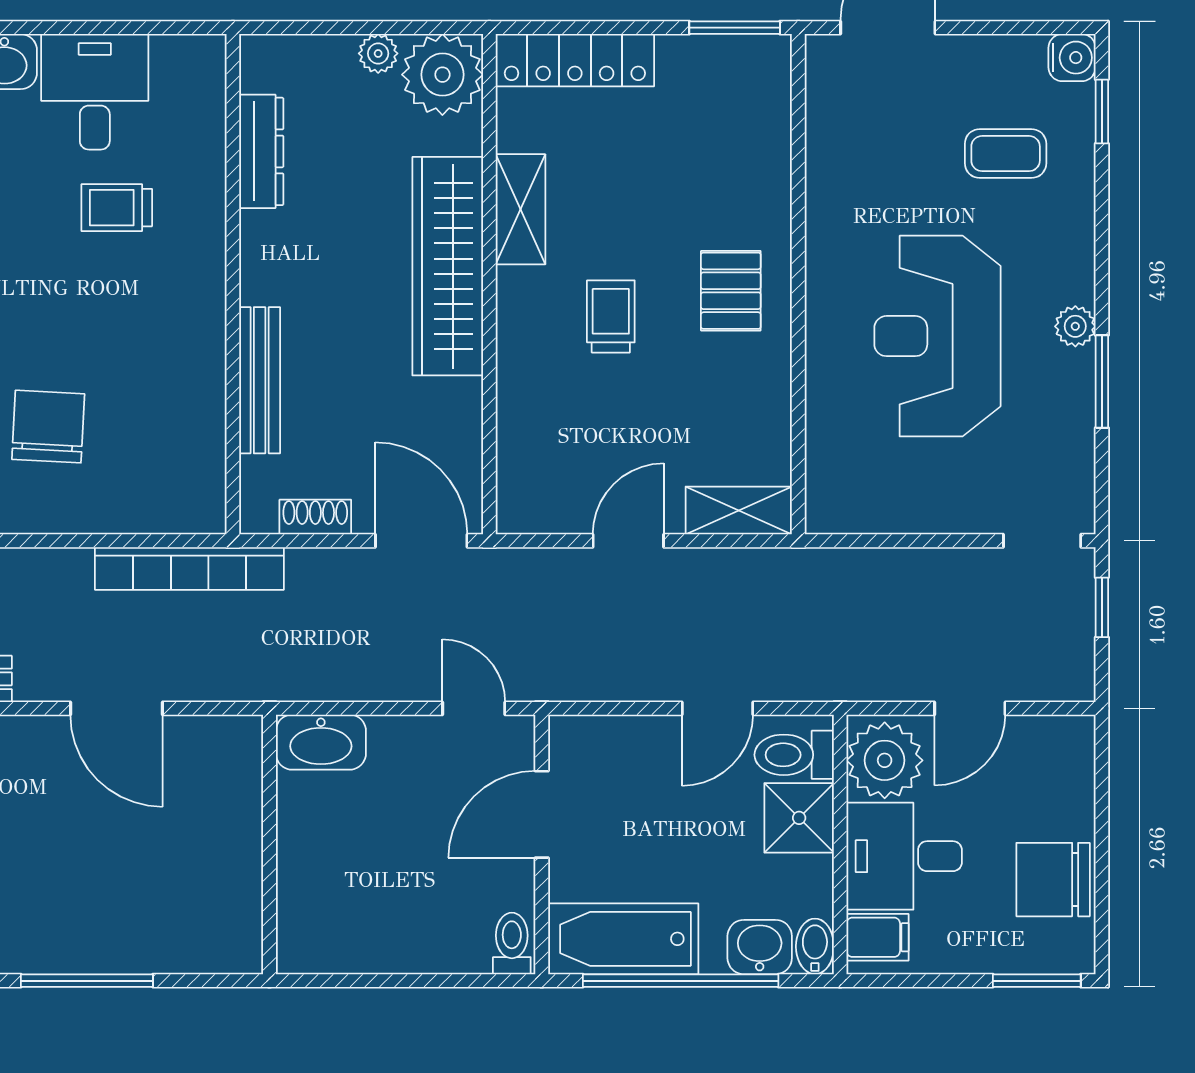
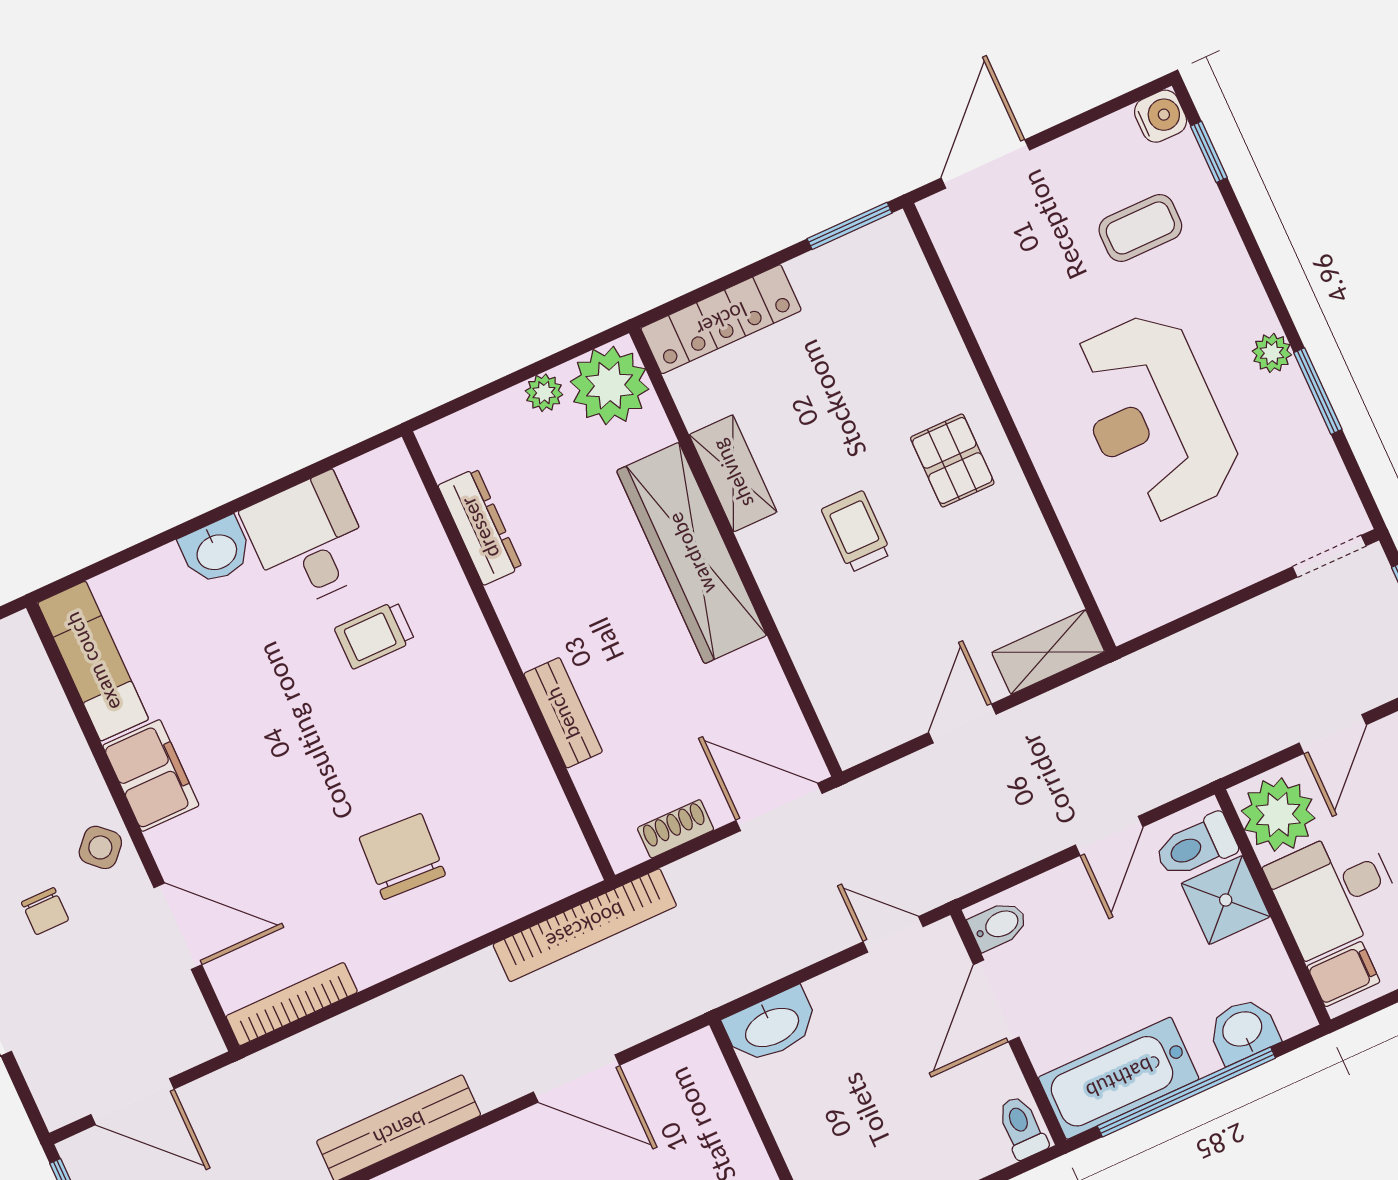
bench: (260, 380) -> (563, 713), width x0.73
bidet: (815, 946) -> (998, 925), moved, turned 90

